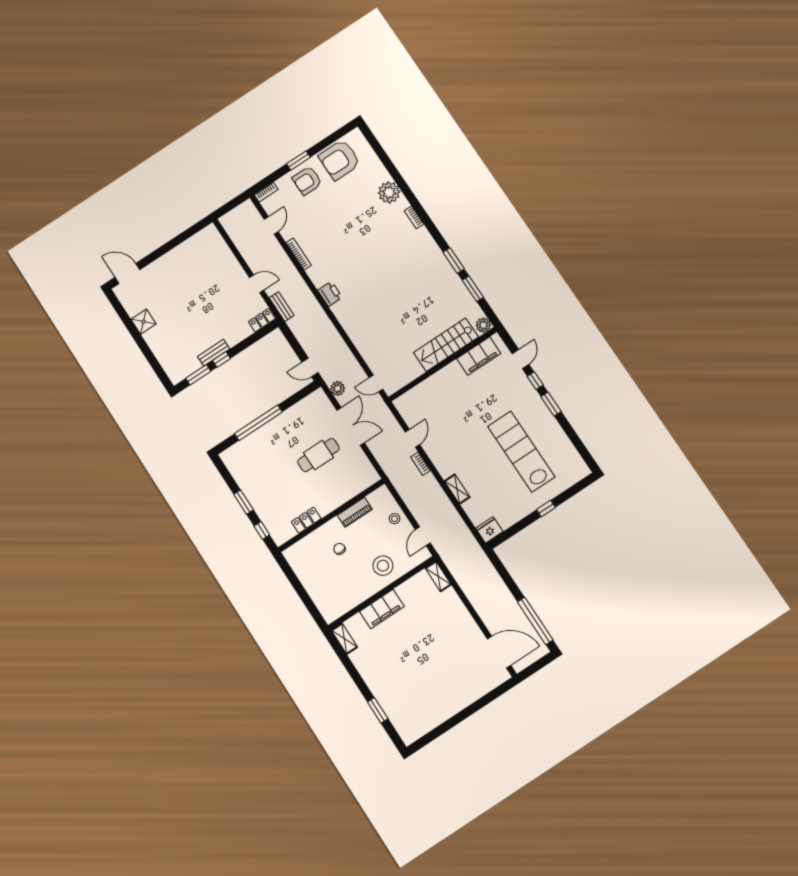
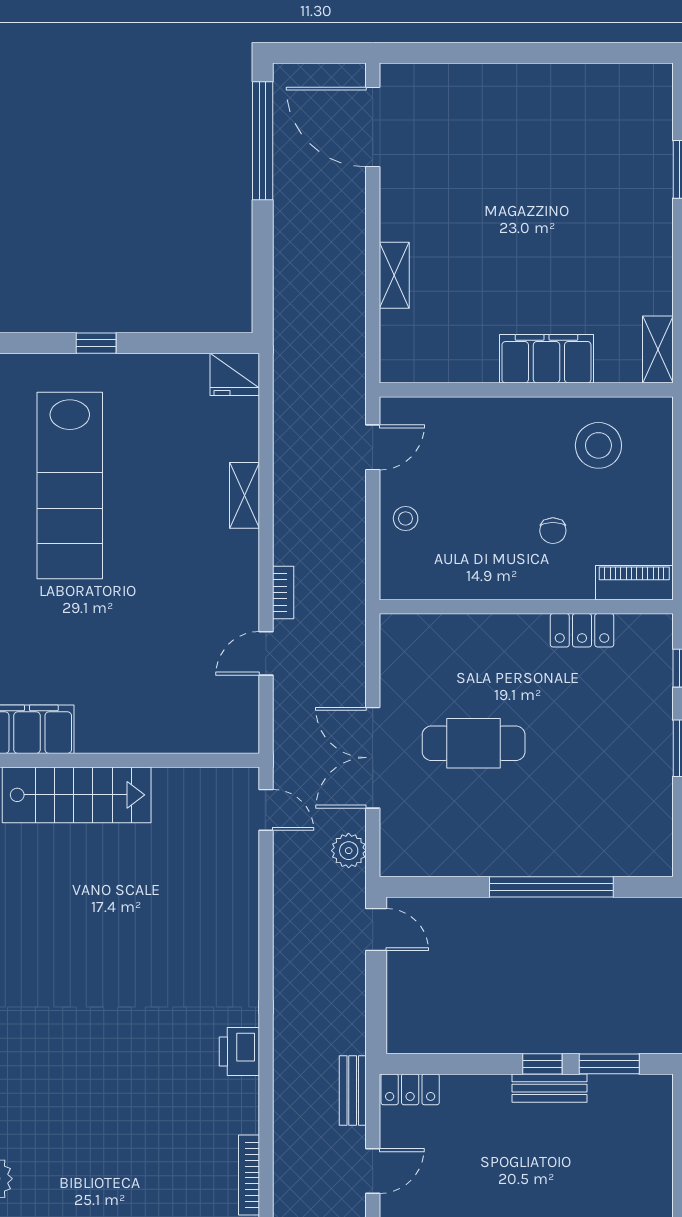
door: (257, 284) -> (373, 1171), swing flipped
piano: (355, 512) -> (634, 583), moved
stool: (383, 566) -> (598, 445), moved
shelving: (438, 576) -> (394, 275), moved

